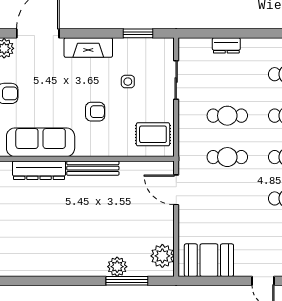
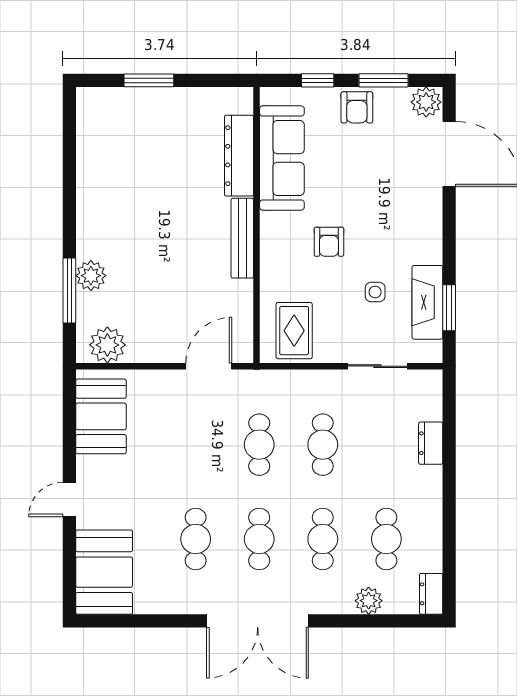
fireplace: (88, 47) -> (427, 302), moved

